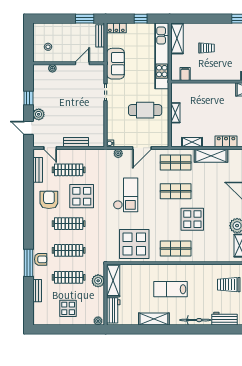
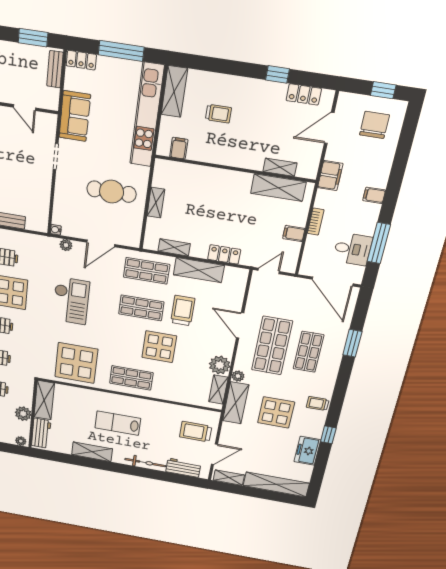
window: (141, 19) -> (121, 51), width x2.17
door: (82, 63) -> (24, 108), swing flipped
trolley: (205, 188) -> (183, 311), added
plant: (98, 281) -> (23, 414), moved

